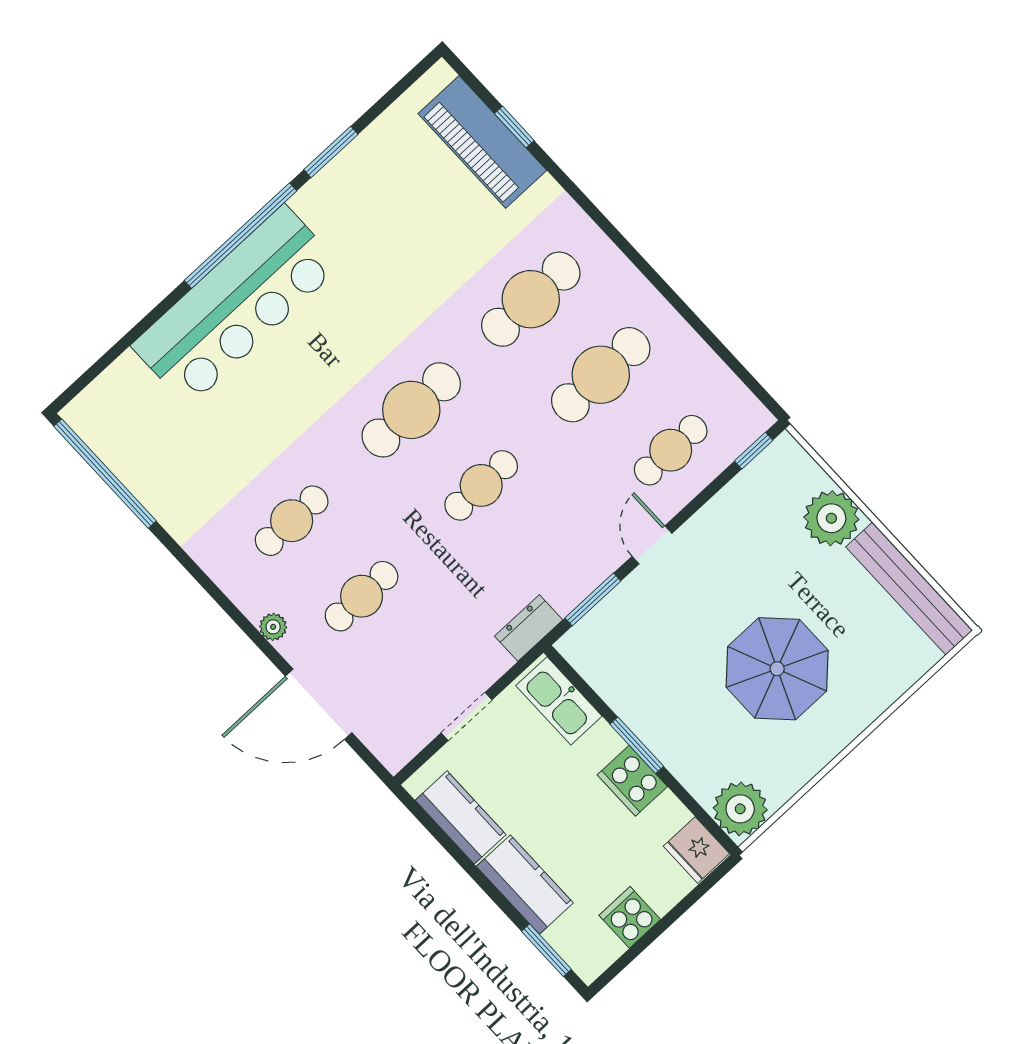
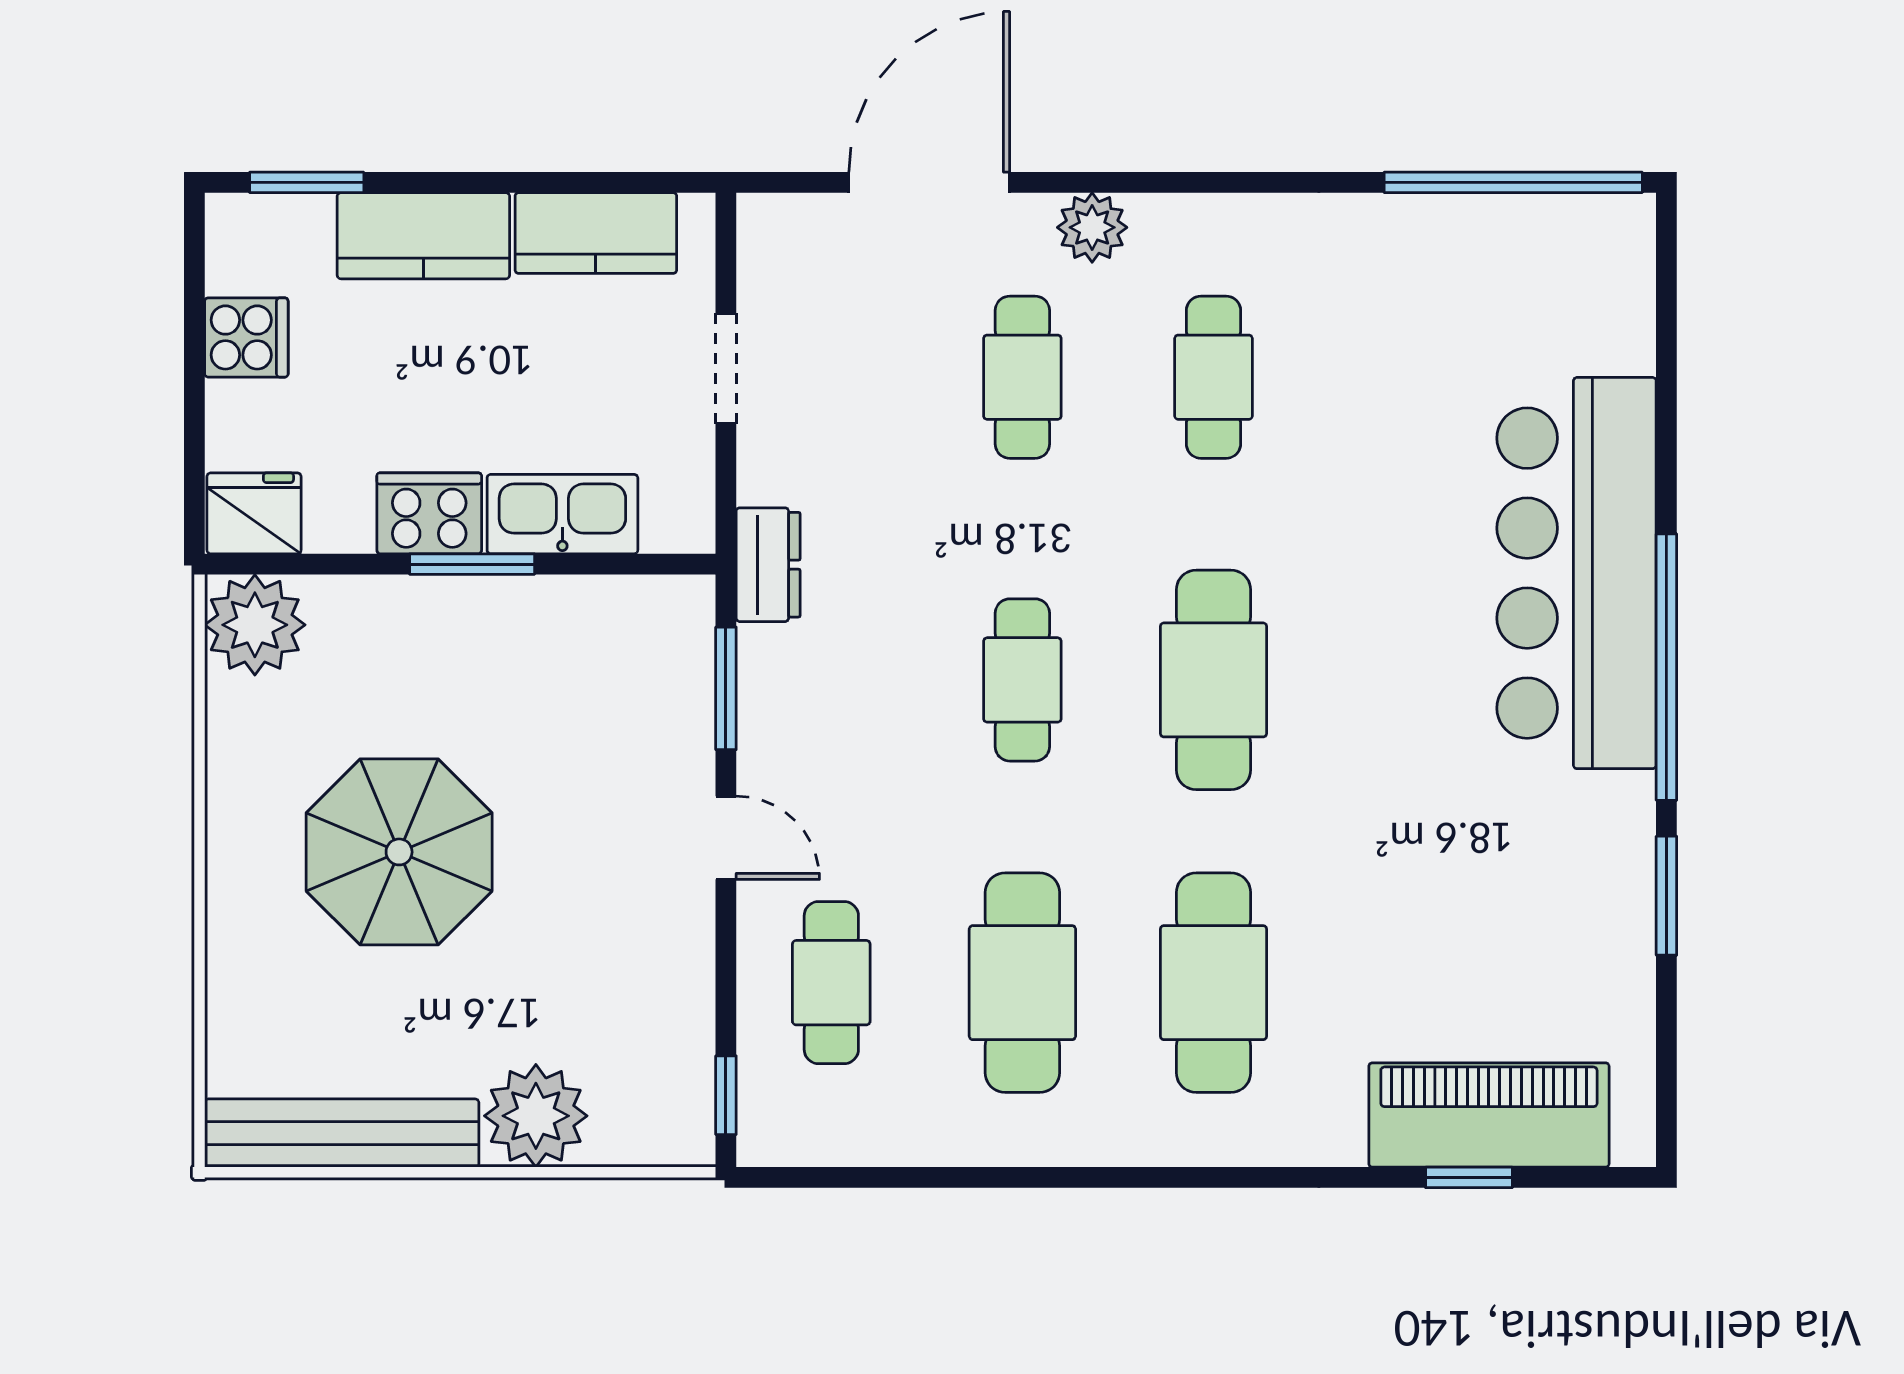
plant: (273, 627) -> (1092, 227), width x1.38, depth x1.38
kitchen sink: (559, 701) -> (562, 514), moved

